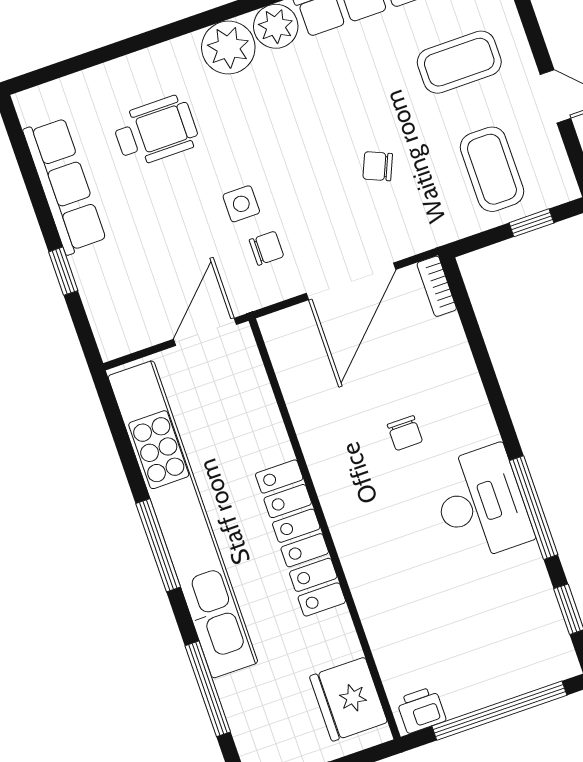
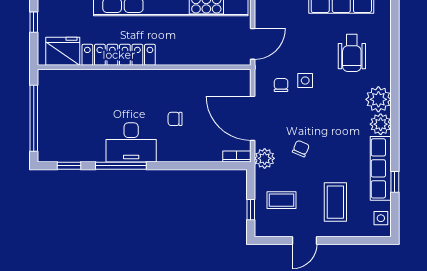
coffee table: (492, 169) -> (281, 200), width x0.73, depth x0.77
plant: (422, 231) -> (265, 158), added
chair: (267, 248) -> (281, 85), turned 180
door: (205, 332) -> (253, 44), hinge flipped
locker: (300, 538) -> (119, 55), moved
printer: (421, 710) -> (46, 83), removed

